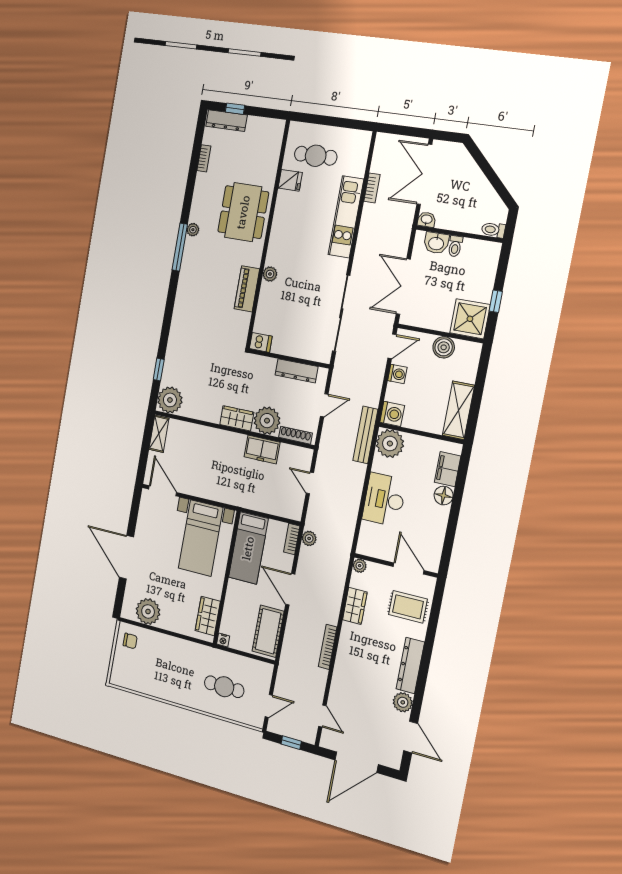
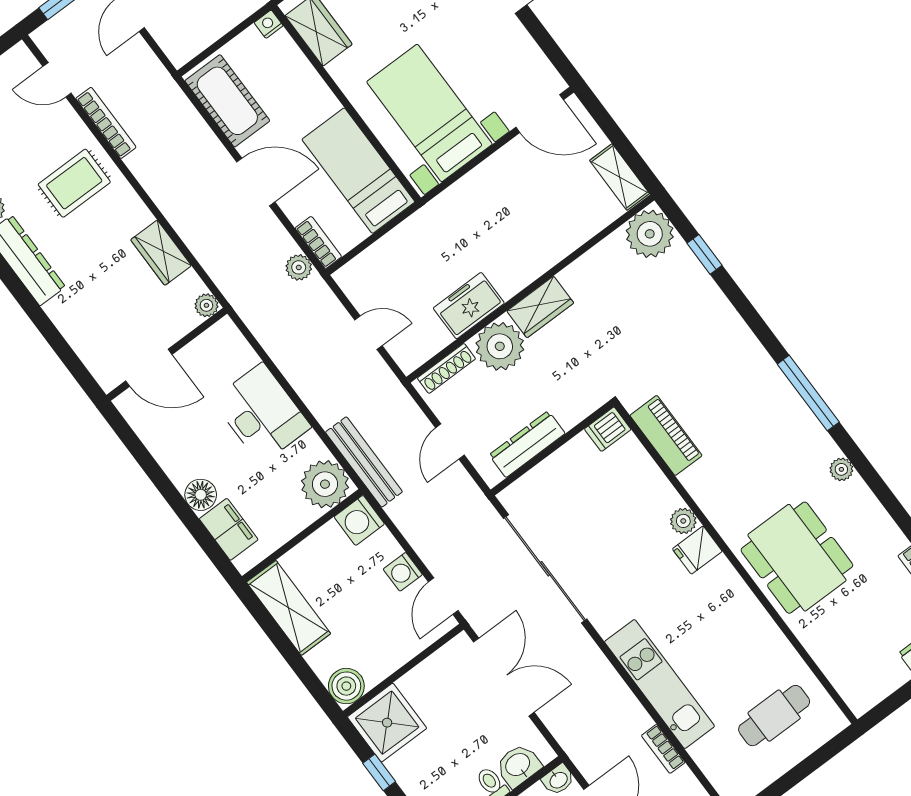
fridge: (290, 180) -> (697, 550), moved
window: (180, 247) -> (808, 393), moved
piano: (247, 289) -> (666, 435), moved
boiler: (444, 347) -> (346, 686), moved
rug: (408, 607) -> (74, 183), moved
bookcase: (328, 647) -> (106, 123), moved

